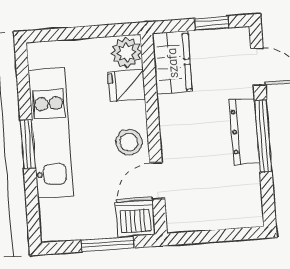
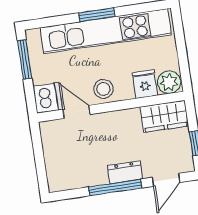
dresser: (245, 131) -> (125, 172), width x0.70
kitchen unit: (51, 133) -> (106, 31), width x1.36
window: (108, 244) -> (25, 60), moved

